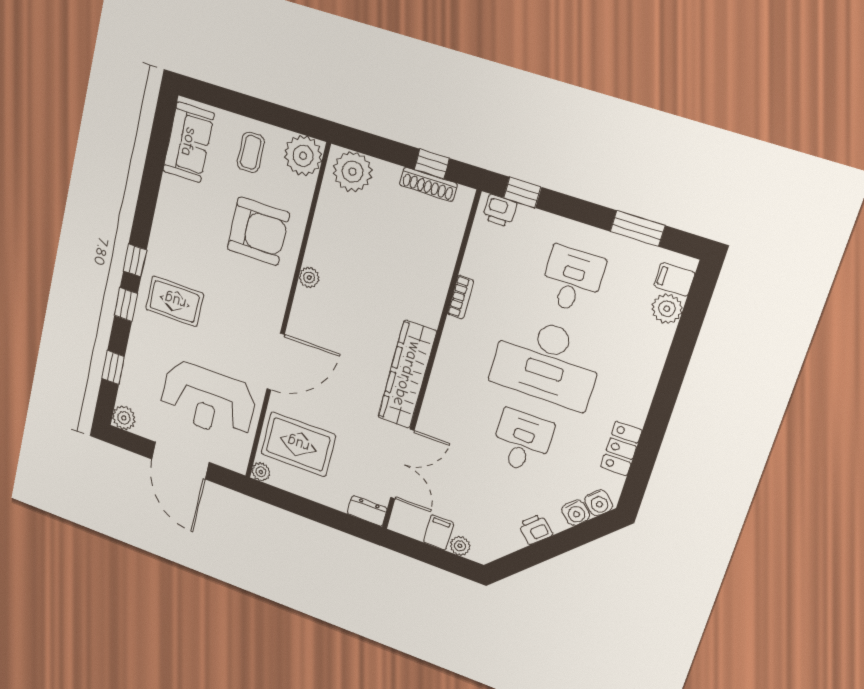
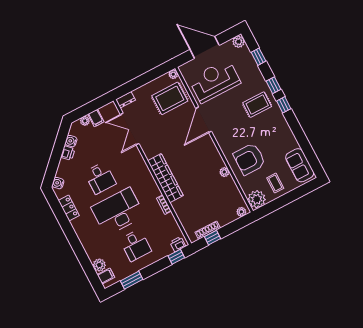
plant: (352, 172) -> (241, 212), width x0.53, depth x0.53
plant: (309, 278) -> (224, 172), moved
wardrobe: (407, 374) -> (165, 178), moved
water cooler: (576, 513) -> (71, 141), moved

